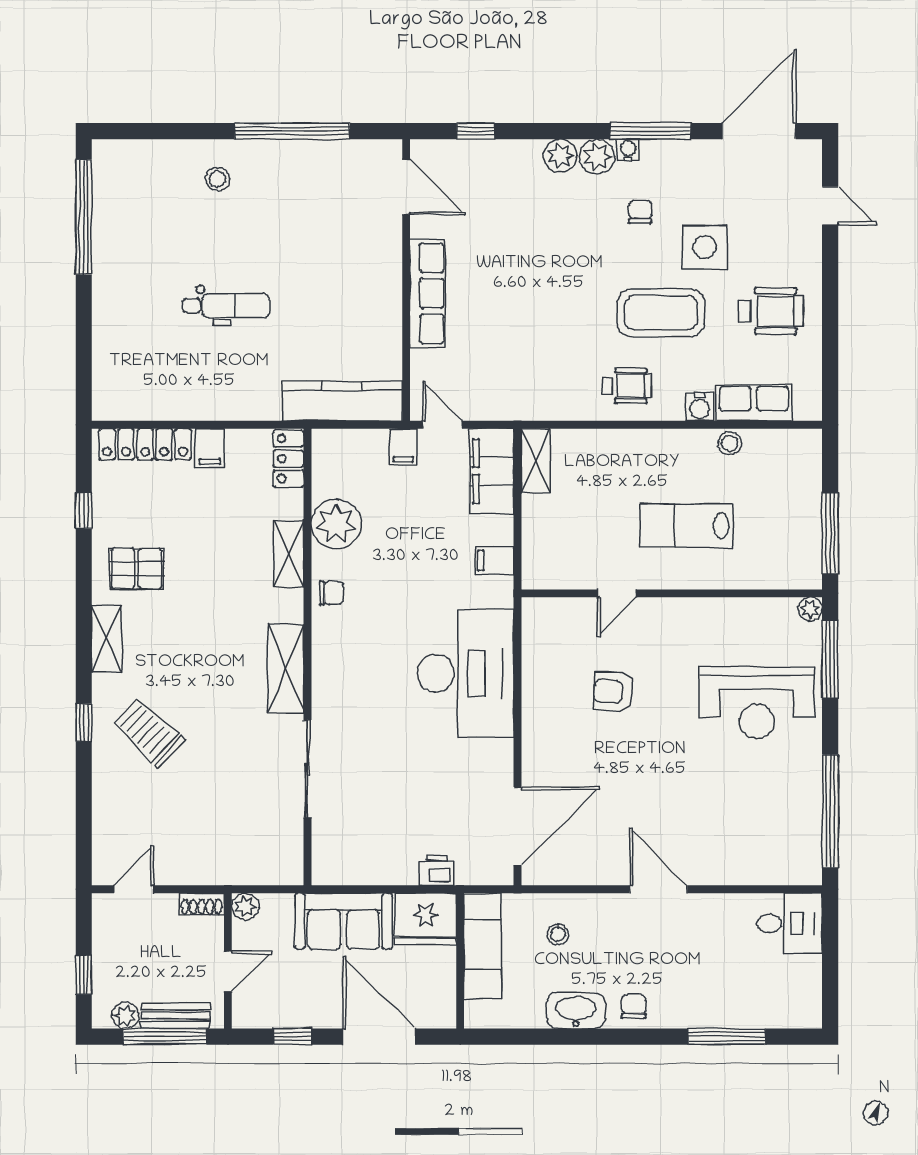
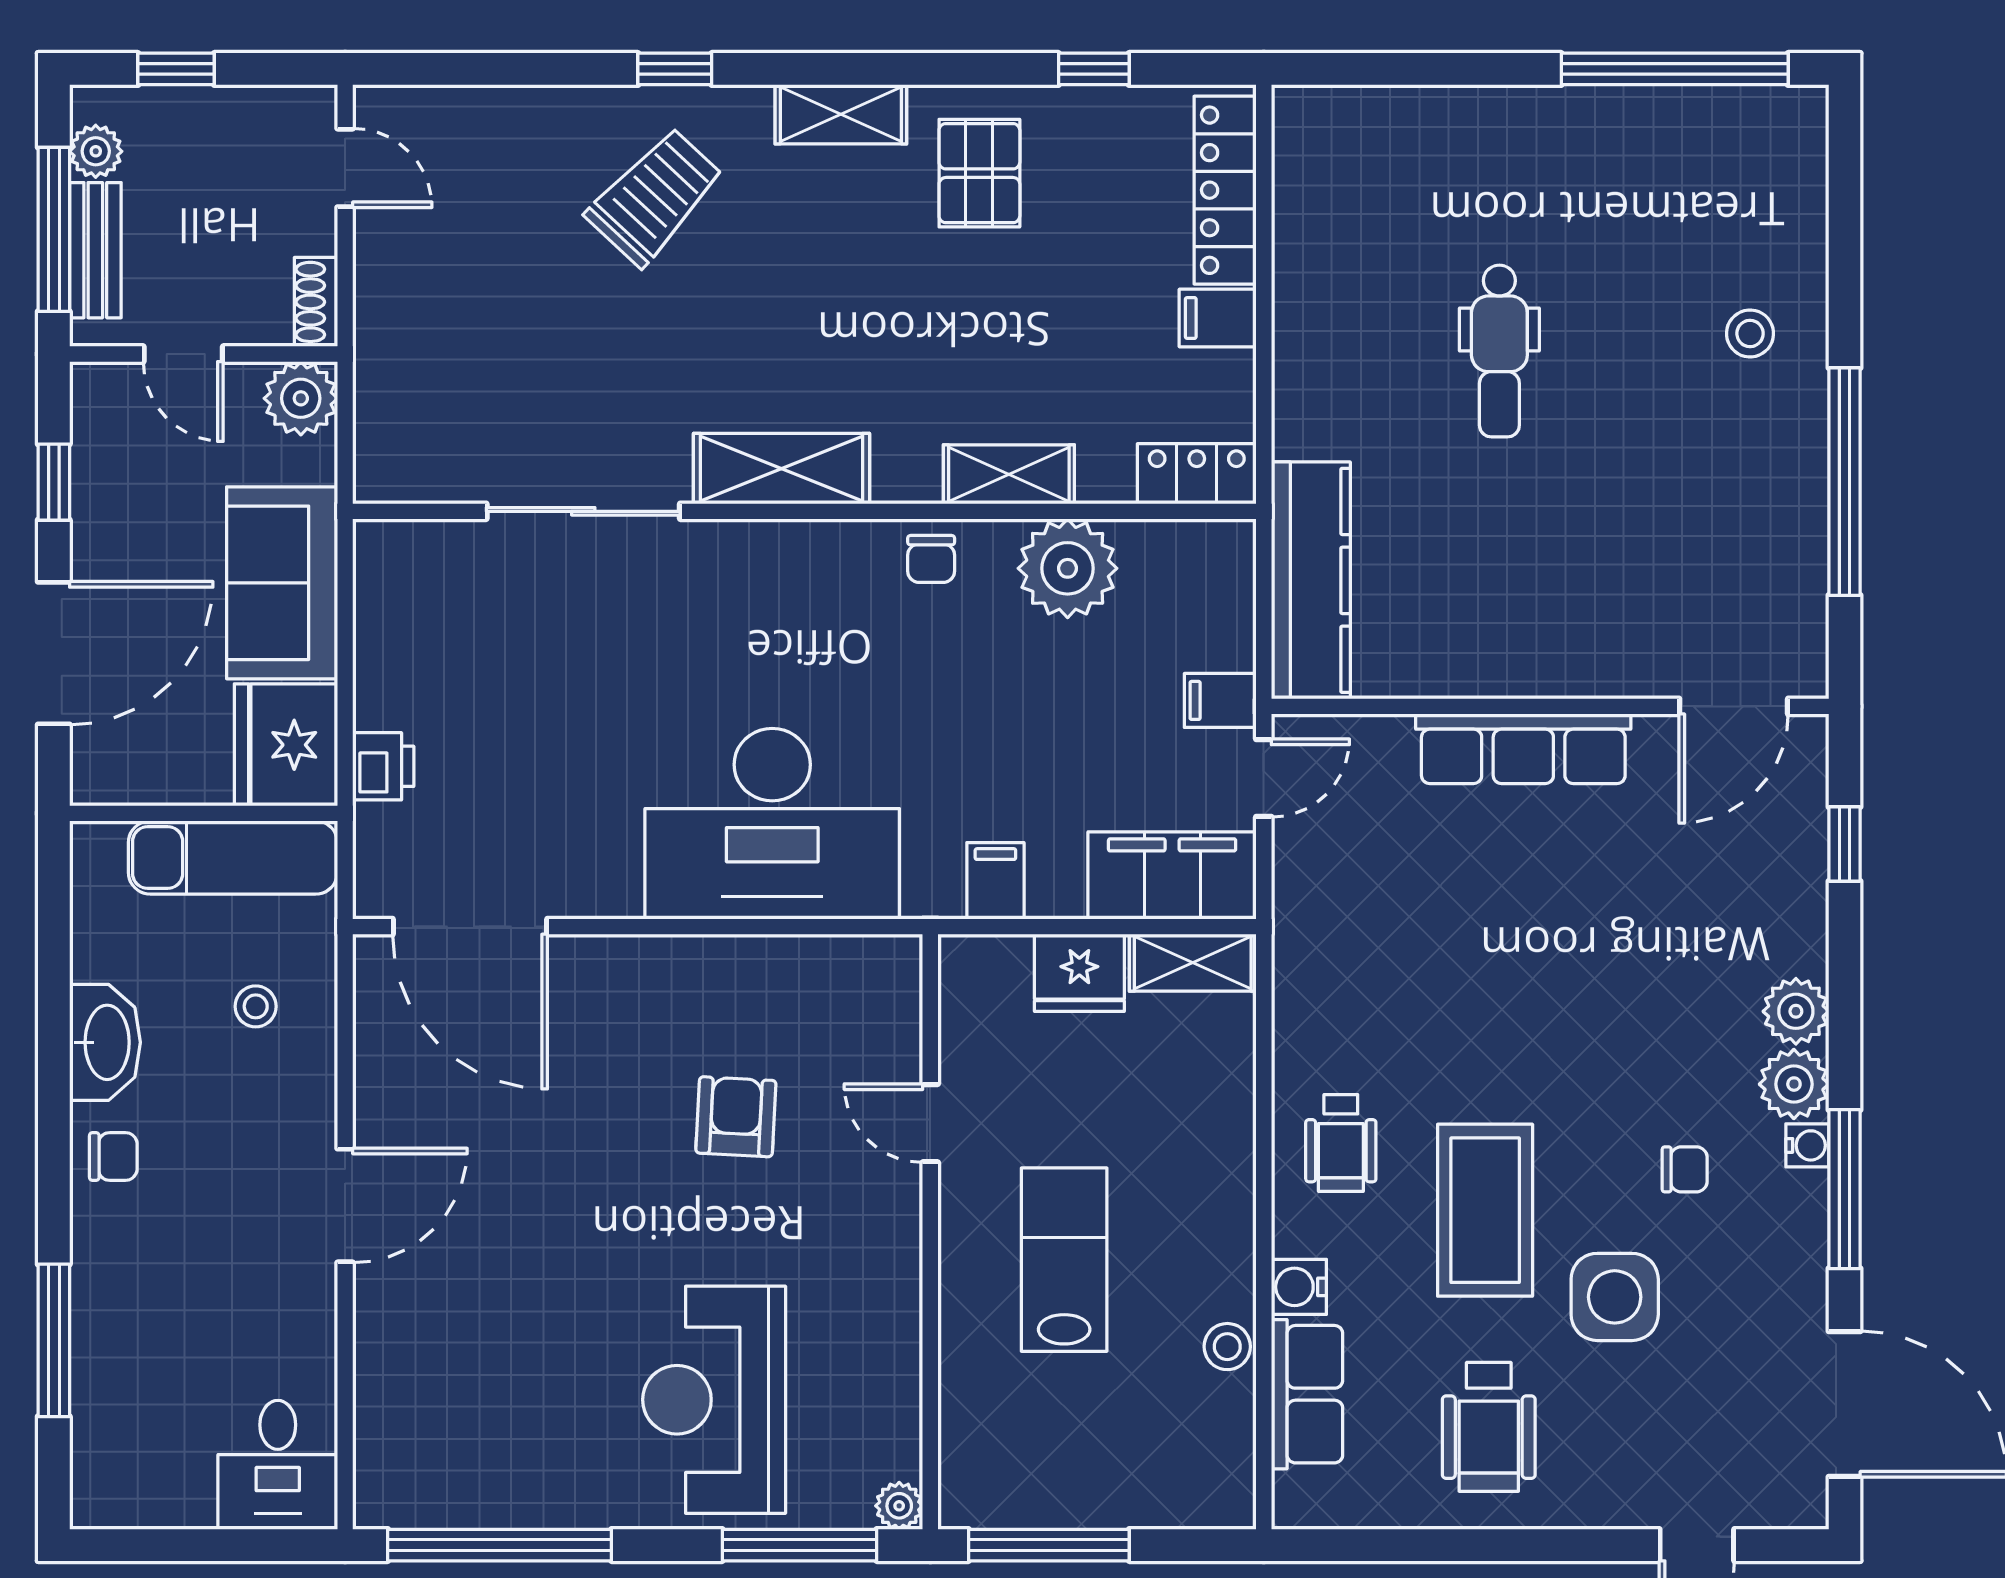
fridge: (541, 518) -> (1079, 973), added
plant: (245, 907) -> (301, 398), width x1.38, depth x1.38

